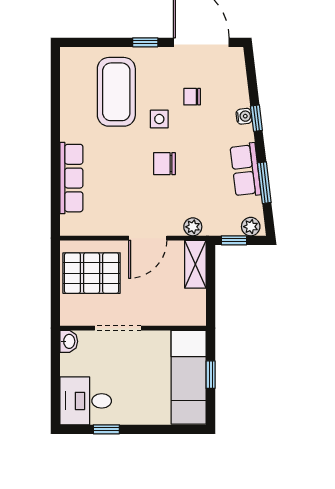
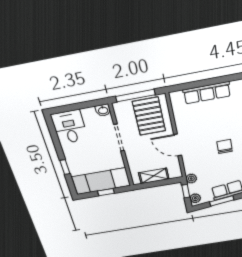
plant: (193, 227) -> (191, 179), moved
shelving: (195, 264) -> (154, 176), moved
window: (55, 286) -> (135, 96), added
window: (106, 429) -> (65, 167), moved

